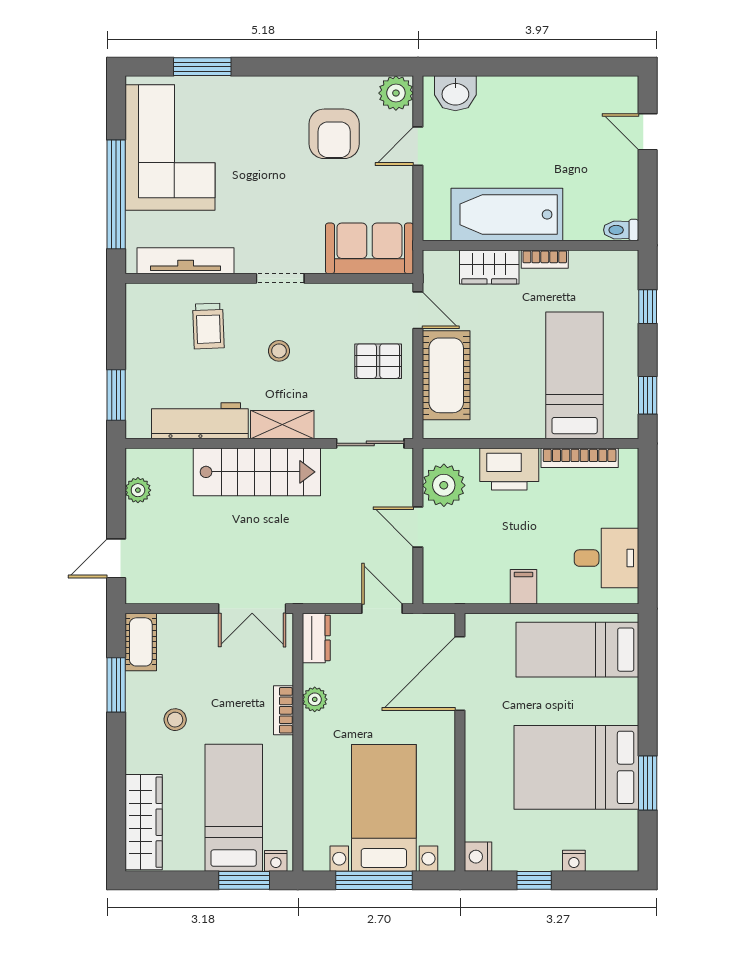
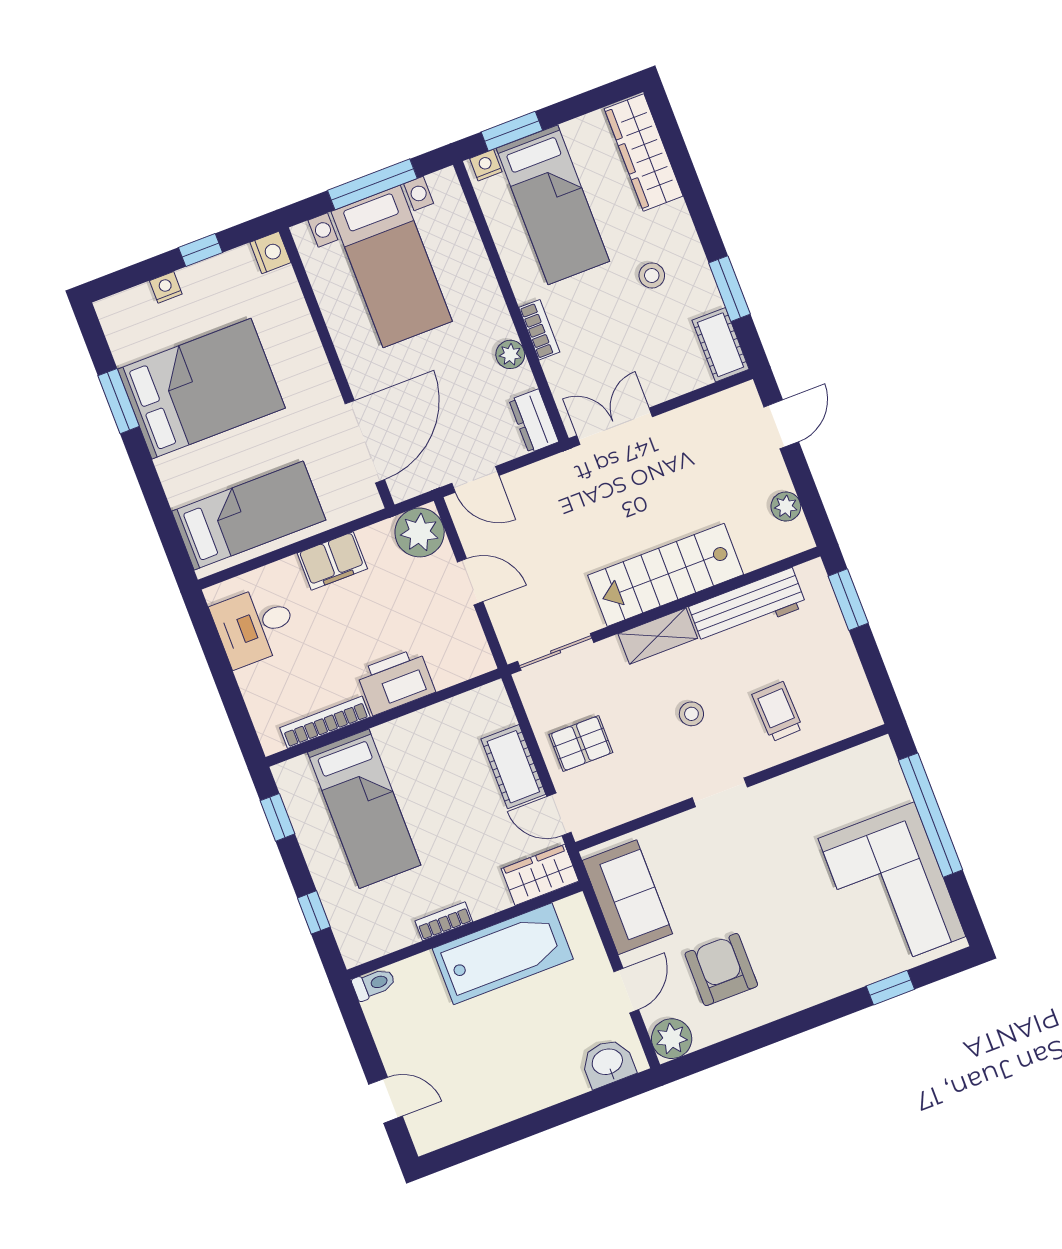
window: (202, 67) -> (890, 988), width x0.67
sofa: (369, 248) -> (627, 897), moved, turned -90
tv unit: (186, 261) -> (829, 772), removed
wardrobe: (489, 267) -> (540, 875), moved
cot: (446, 375) -> (513, 767), width x0.73, depth x0.75
plant: (444, 485) -> (420, 532), moved
filing cabinet: (523, 587) -> (332, 561), width x2.00

